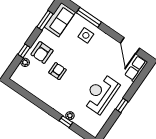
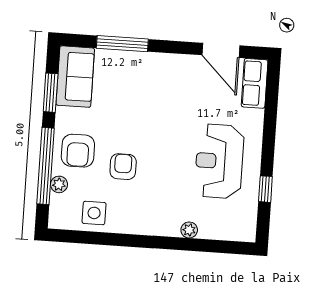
side table: (86, 35) -> (94, 213), moved
window: (24, 51) -> (46, 166), width x3.17
window: (122, 105) -> (265, 189), moved
window: (66, 122) -> (188, 244), removed

